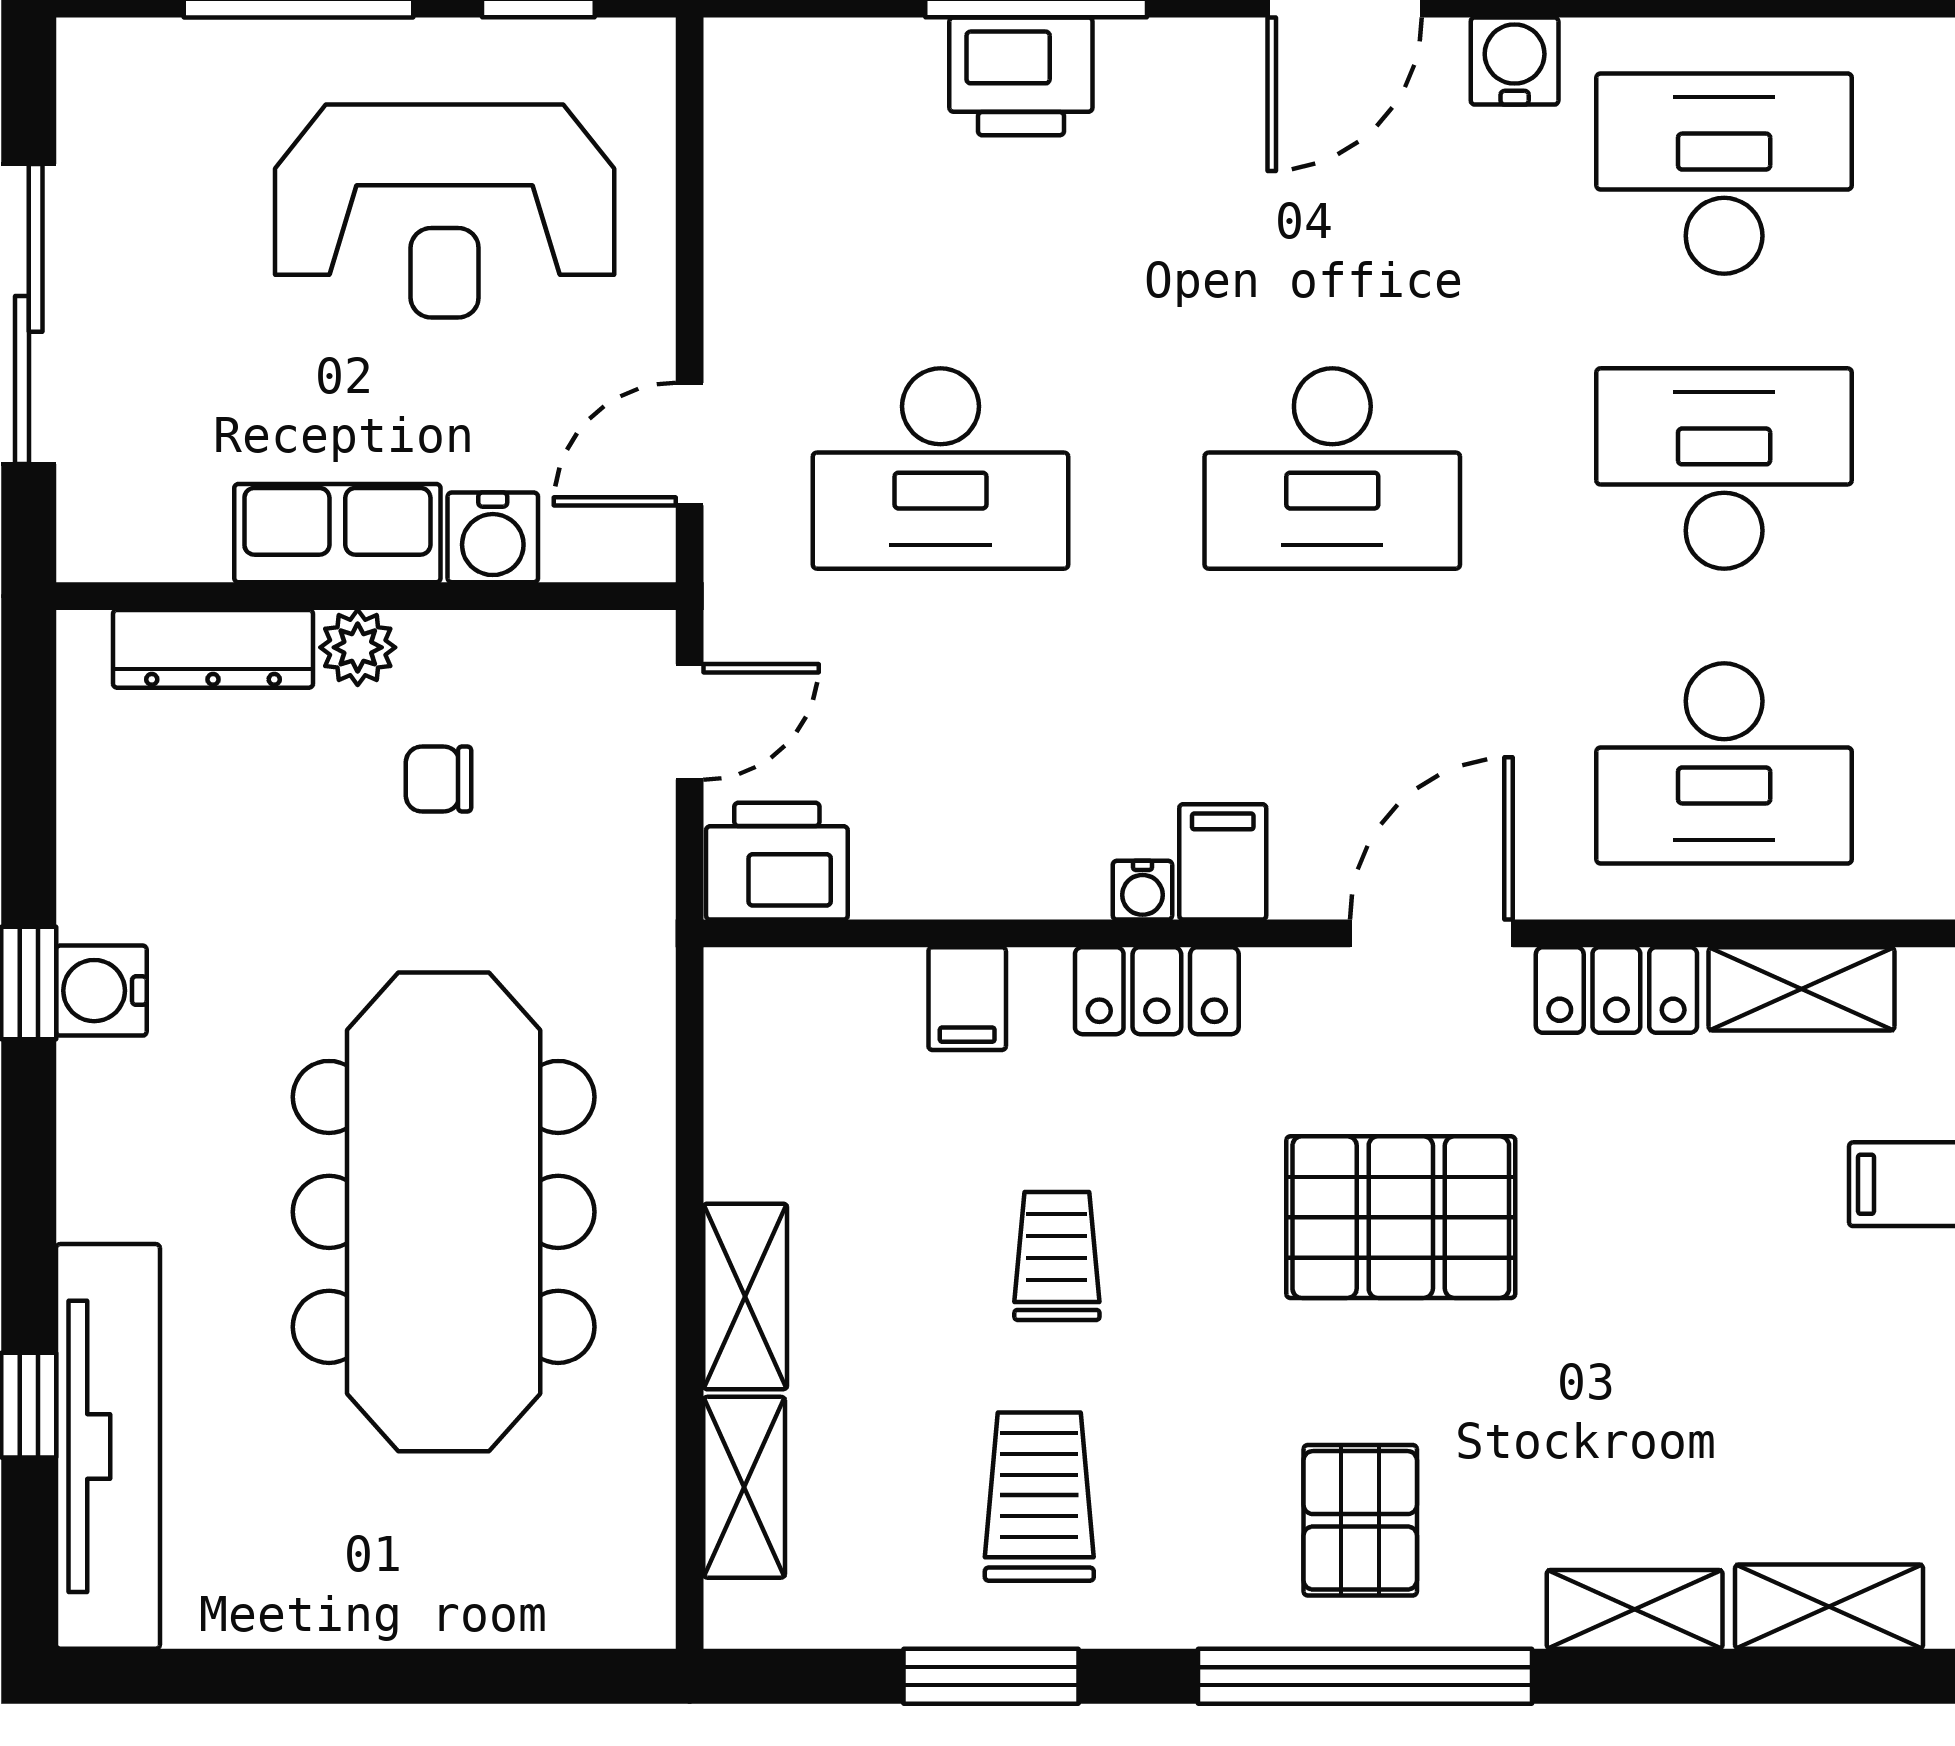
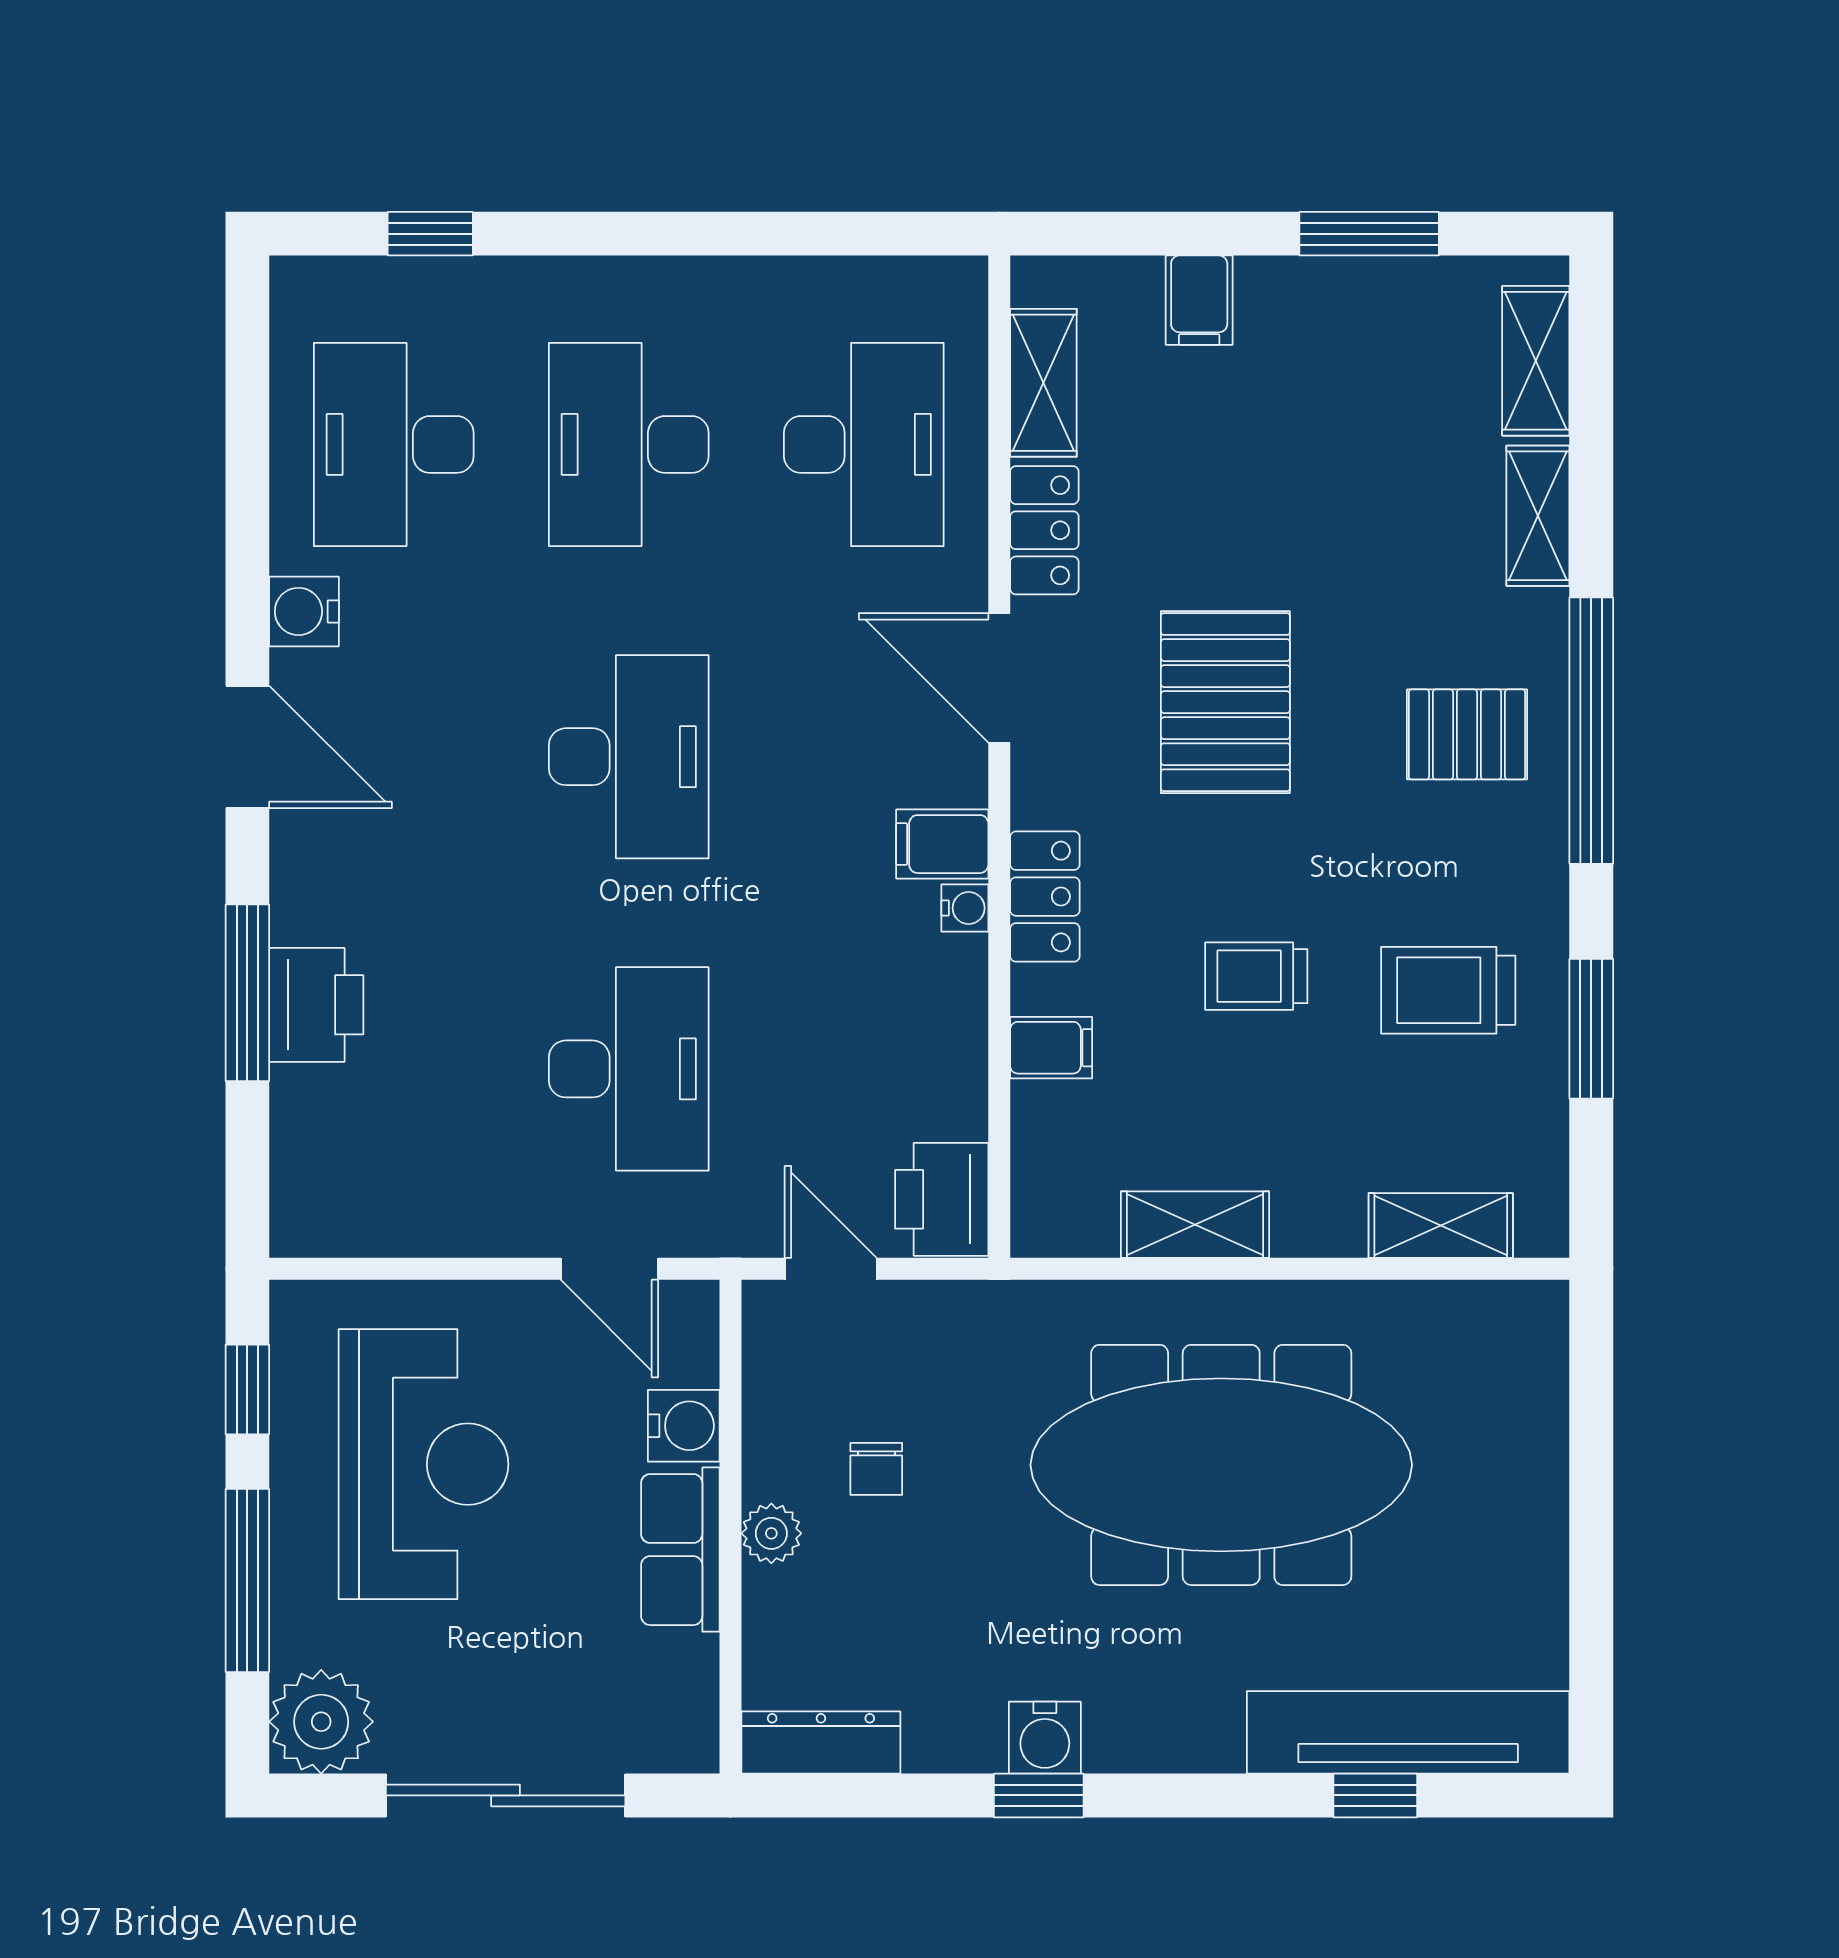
plant: (121, 83) -> (321, 1722), added
dresser: (213, 649) -> (821, 1743), moved, turned -90
shelving: (745, 1296) -> (1195, 1225), moved

